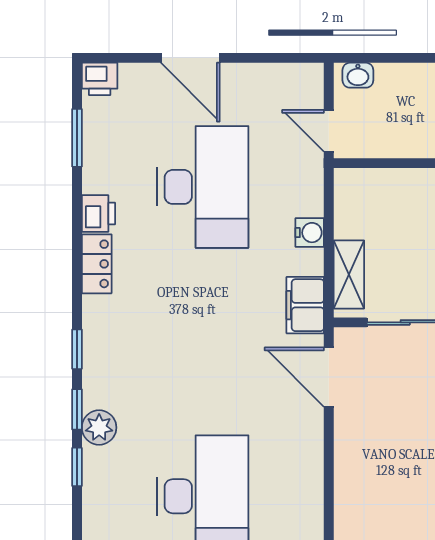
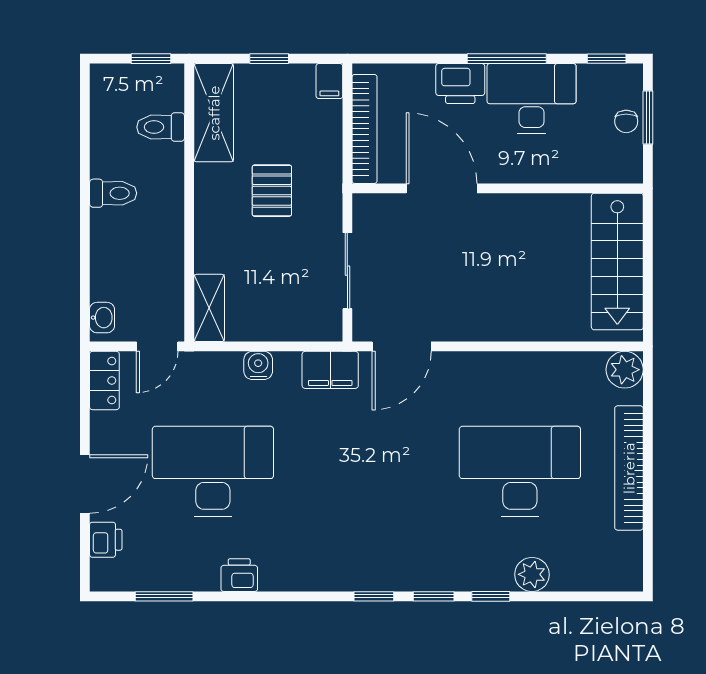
printer: (100, 79) -> (106, 540), moved
locker: (97, 264) -> (104, 381), moved, turned 90
shelving: (349, 275) -> (209, 308), moved, turned 90
plant: (99, 428) -> (532, 574), moved

